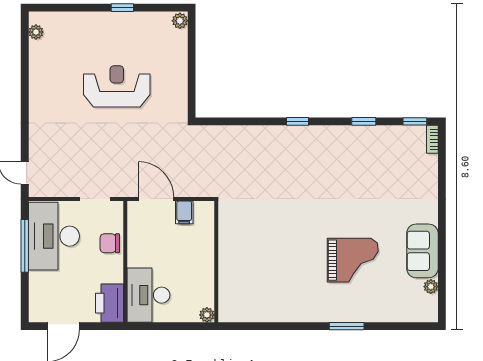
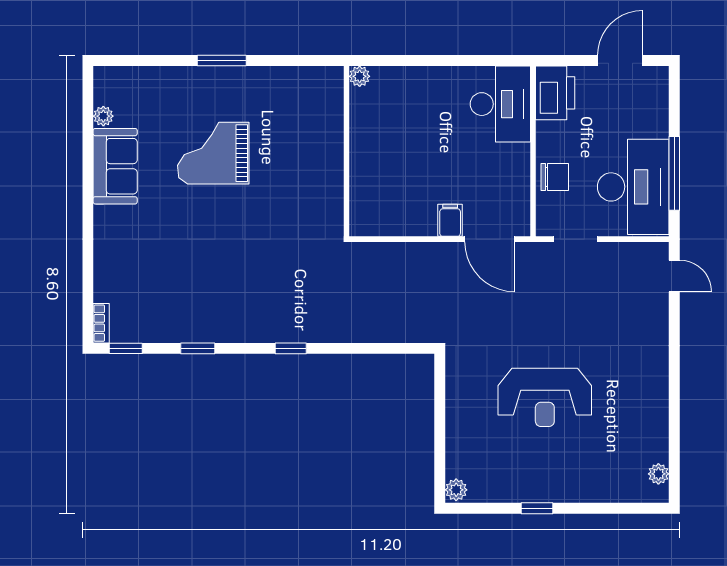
wall: (216, 262) -> (346, 151), moved
plant: (207, 315) -> (360, 76), moved

